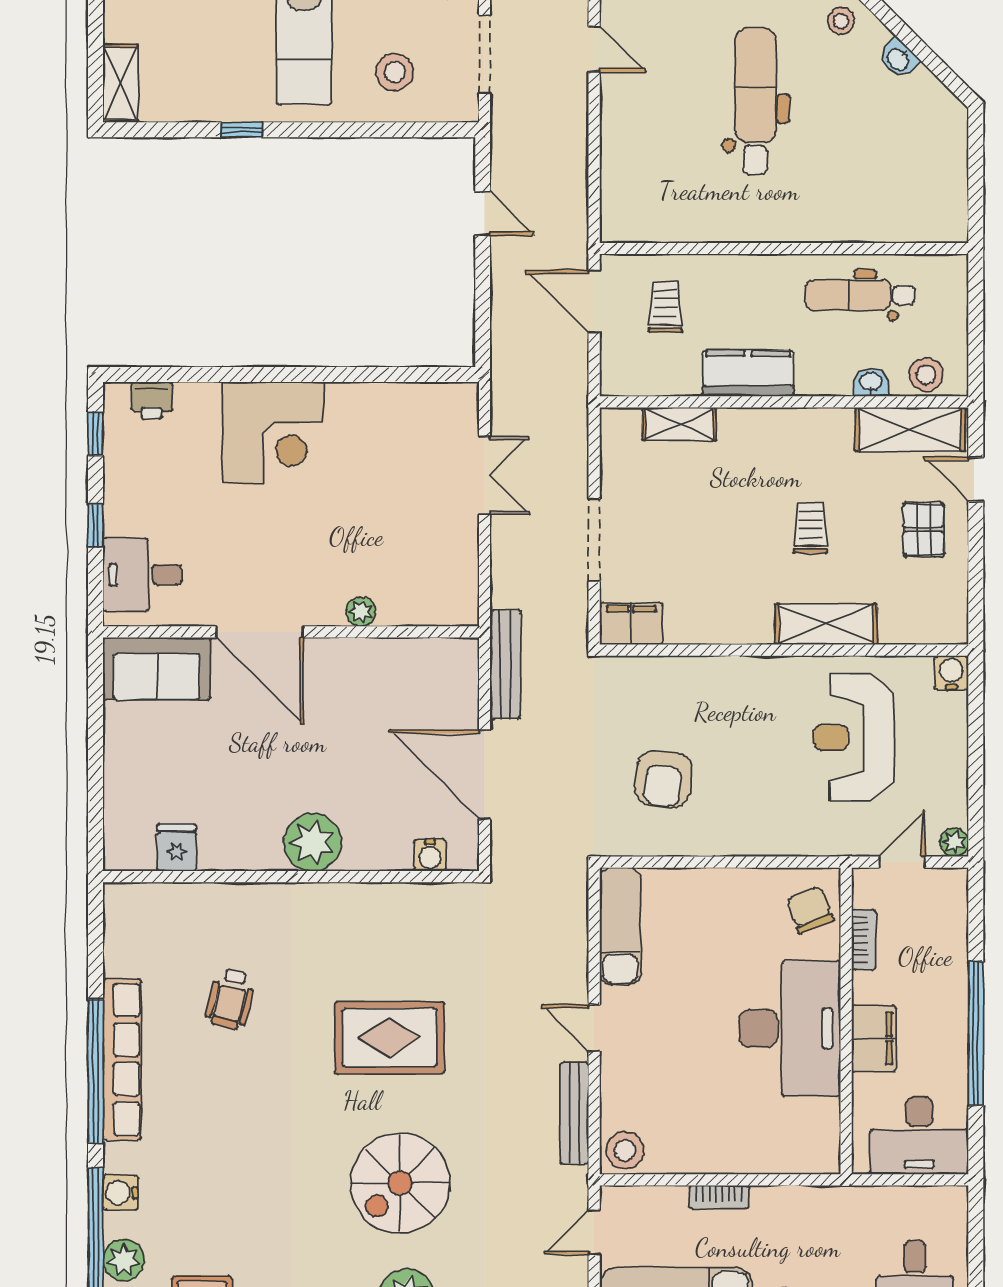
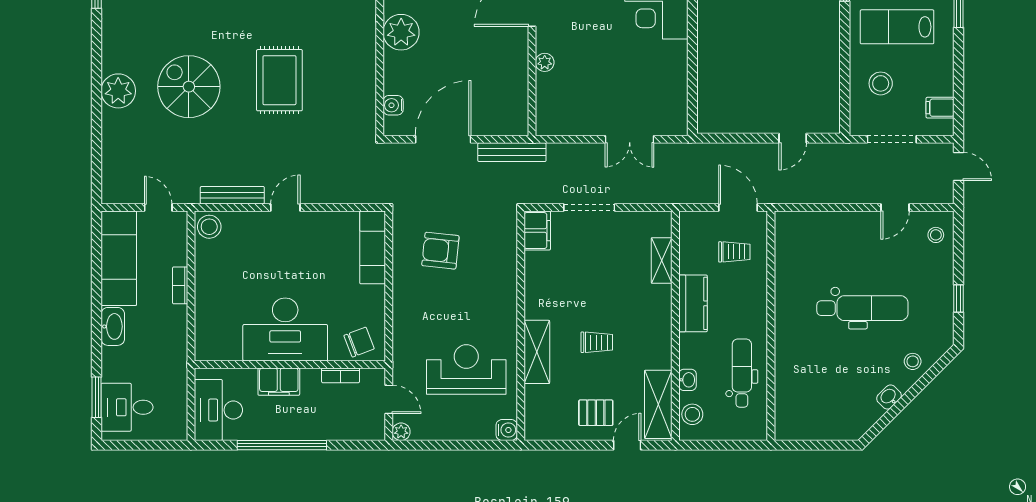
door: (594, 301) -> (738, 208), hinge flipped
exam couch: (620, 926) -> (373, 247), moved, turned 90

